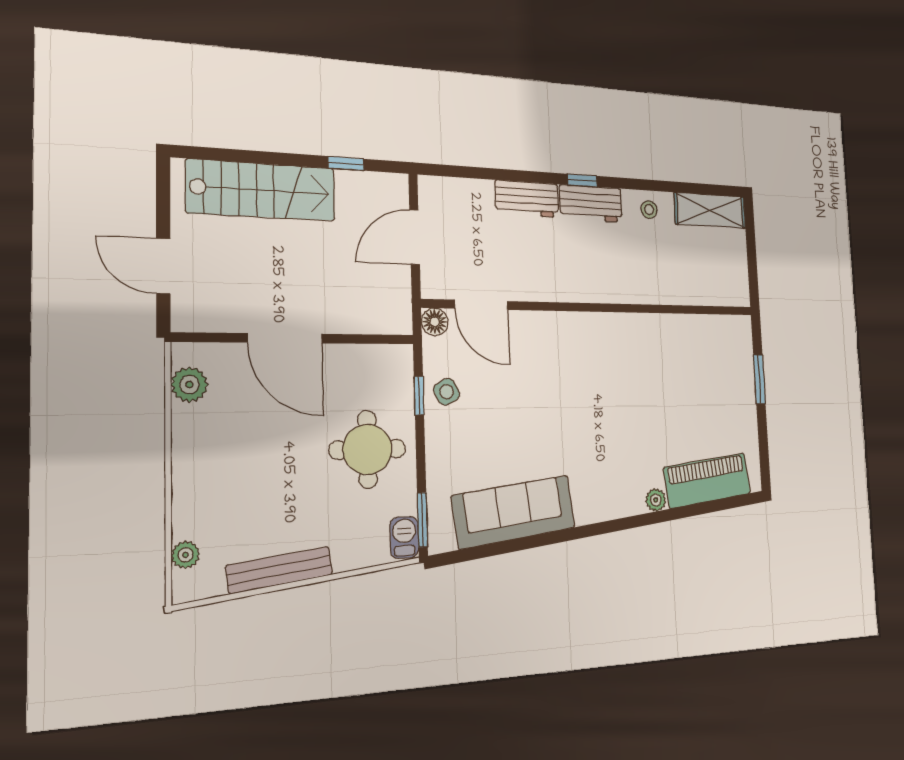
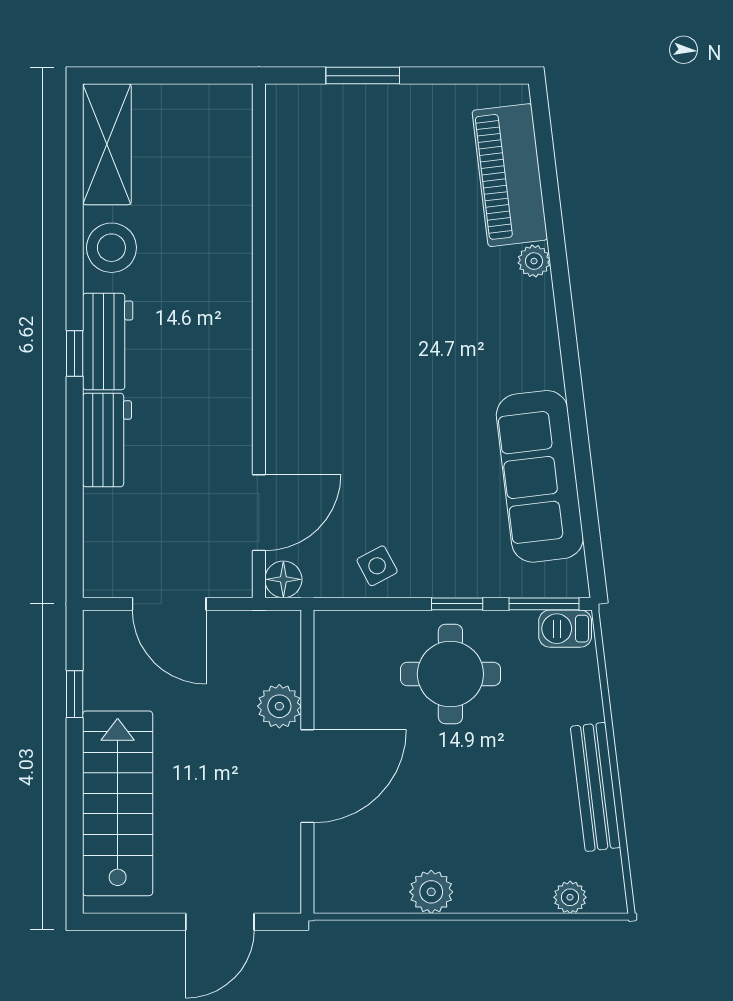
stool: (649, 210) -> (111, 248), width x1.89, depth x1.89
plant: (340, 317) -> (279, 706), added
plant: (189, 385) -> (431, 892), moved
window: (419, 396) -> (457, 604), moved

